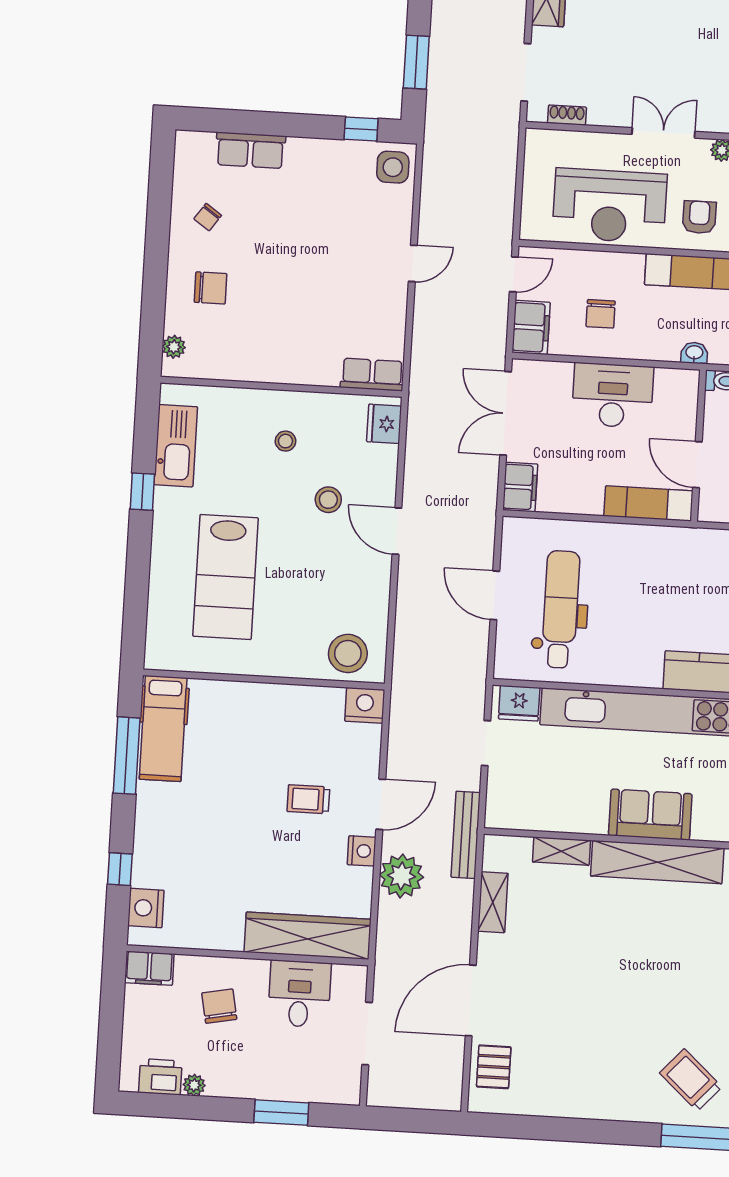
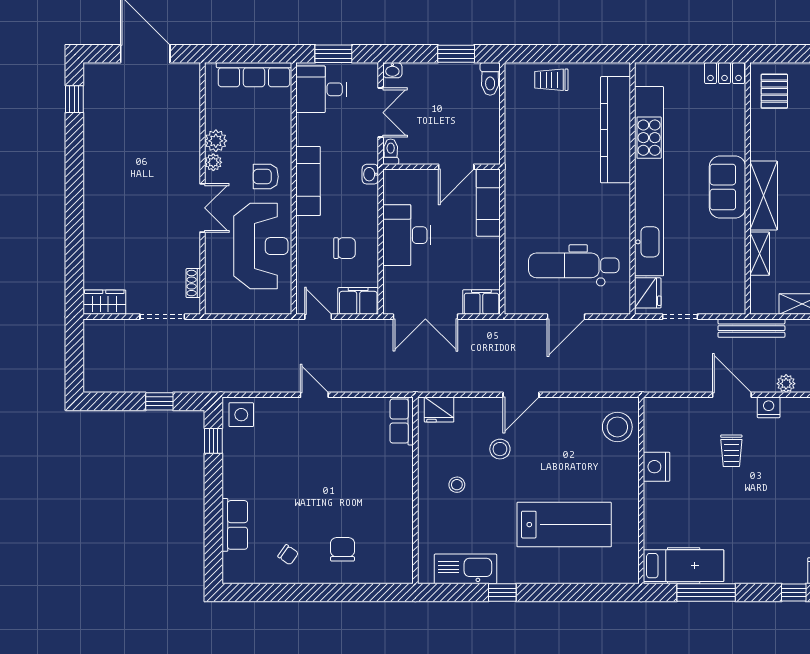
window: (416, 62) -> (159, 401), width x0.67
double door: (663, 133) -> (202, 208), swing flipped
plant: (174, 347) -> (389, 575), removed
nightstand: (365, 705) -> (657, 467), moved
shelving: (657, 862) -> (764, 196), width x0.68
plant: (401, 876) -> (786, 384), width x0.53, depth x0.53

